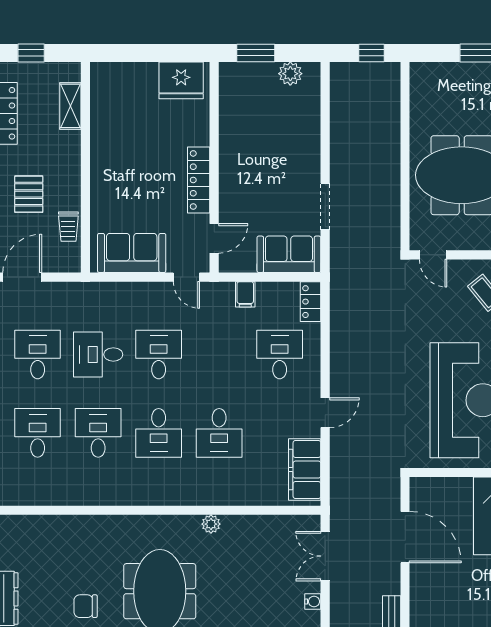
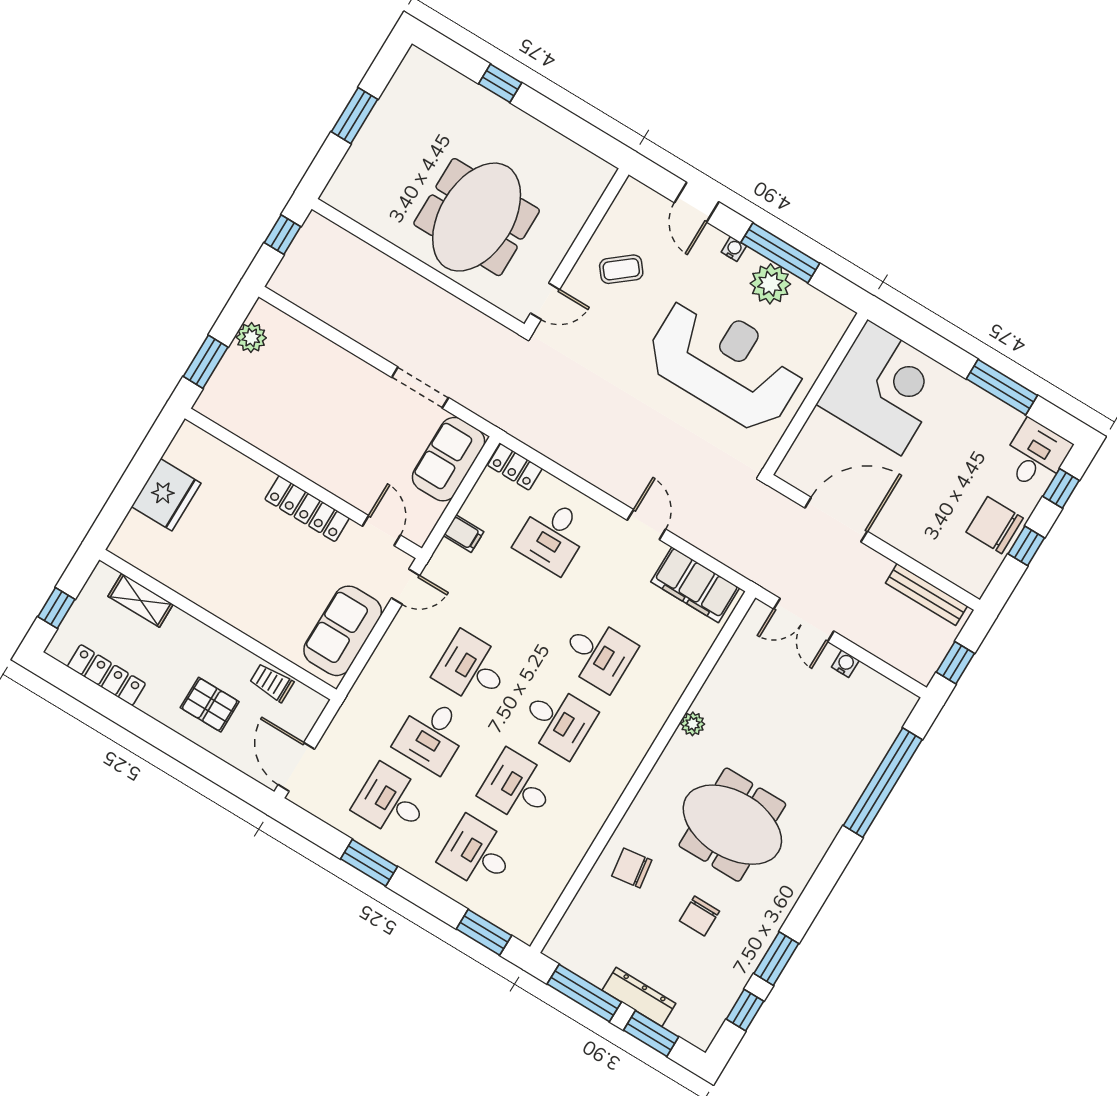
fridge: (181, 80) -> (166, 495), moved
trolley: (68, 227) -> (272, 683), turned 180
desk: (280, 354) -> (552, 536), turned -90
chair: (90, 542) -> (632, 868), added

